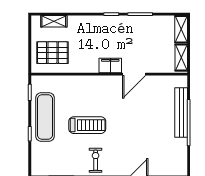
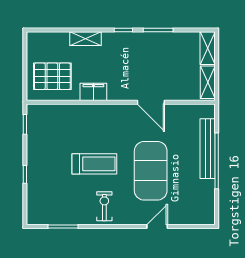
shelving: (54, 21) -> (85, 39), moved
filing cabinet: (110, 65) -> (93, 92), moved
door: (134, 74) -> (151, 102), hinge flipped
exercise mat: (45, 117) -> (151, 171), moved, width x1.47

